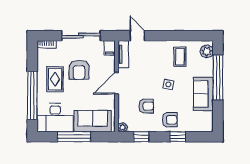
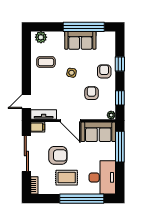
window: (218, 77) -> (84, 27), moved
sofa: (93, 121) -> (98, 132), moved, turned -90
window: (74, 137) -> (120, 147), moved

